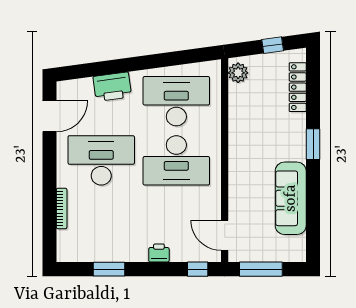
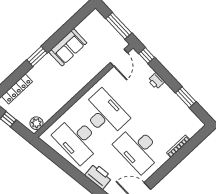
sofa: (291, 198) -> (68, 47), width x0.73

